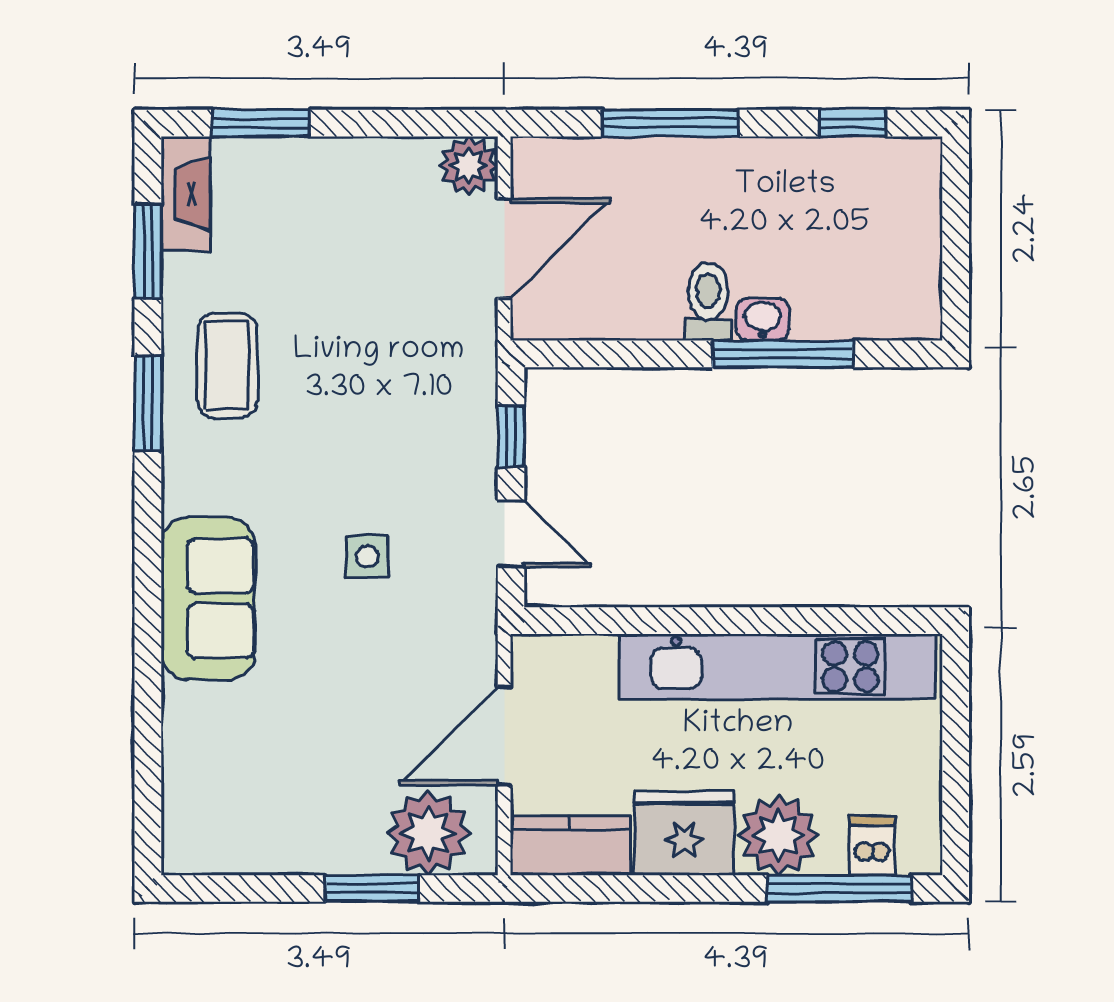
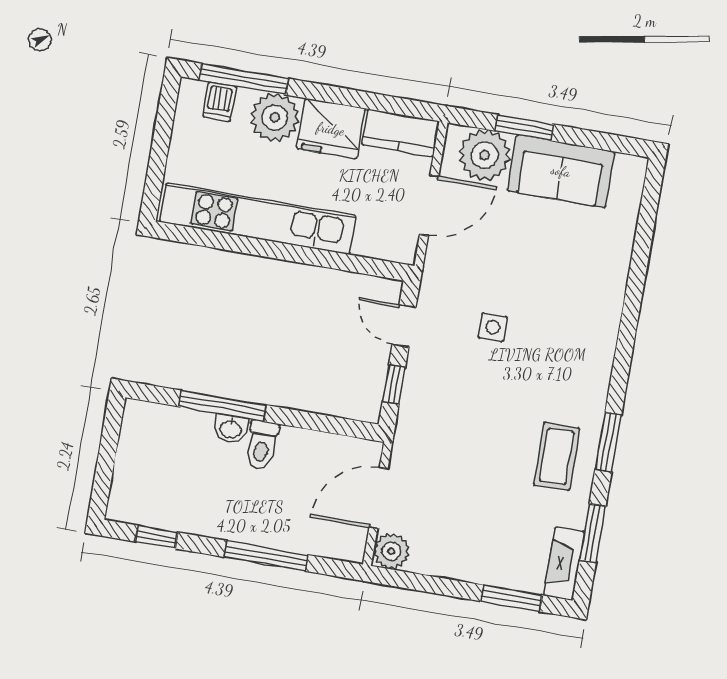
sofa: (208, 599) -> (561, 171), moved, turned -90

